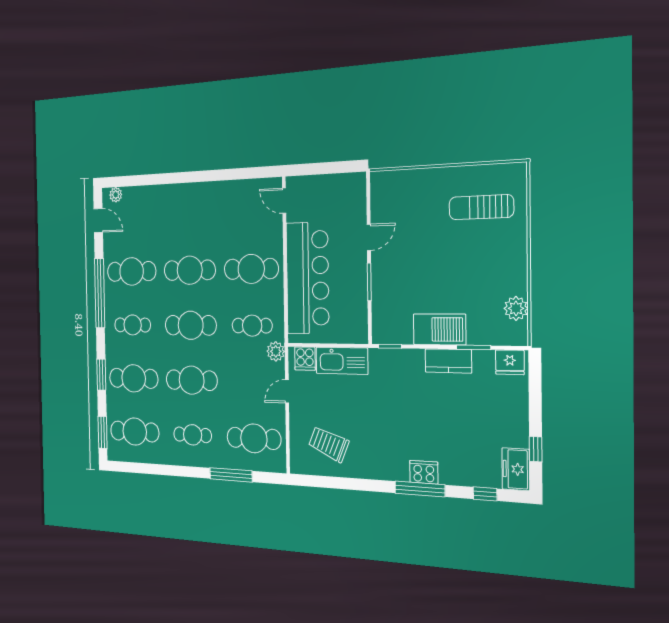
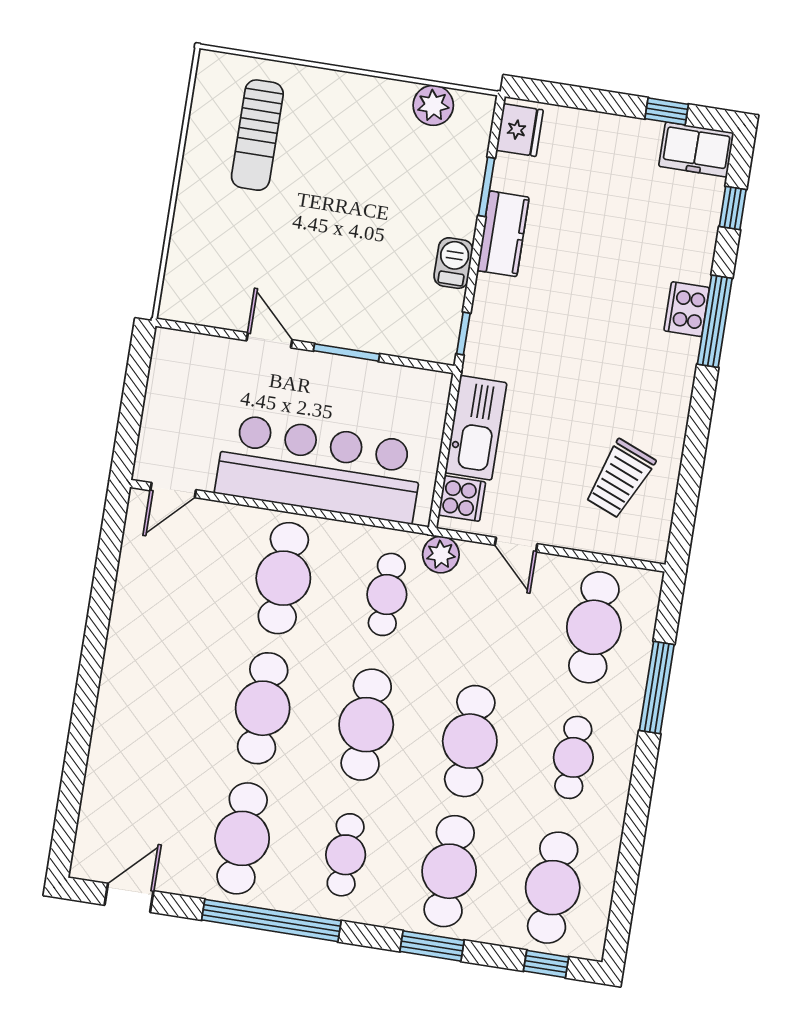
plant: (116, 195) -> (87, 848), removed
barbecue: (439, 329) -> (453, 263), width x0.53, depth x0.65
window: (103, 432) -> (546, 964), width x0.67

